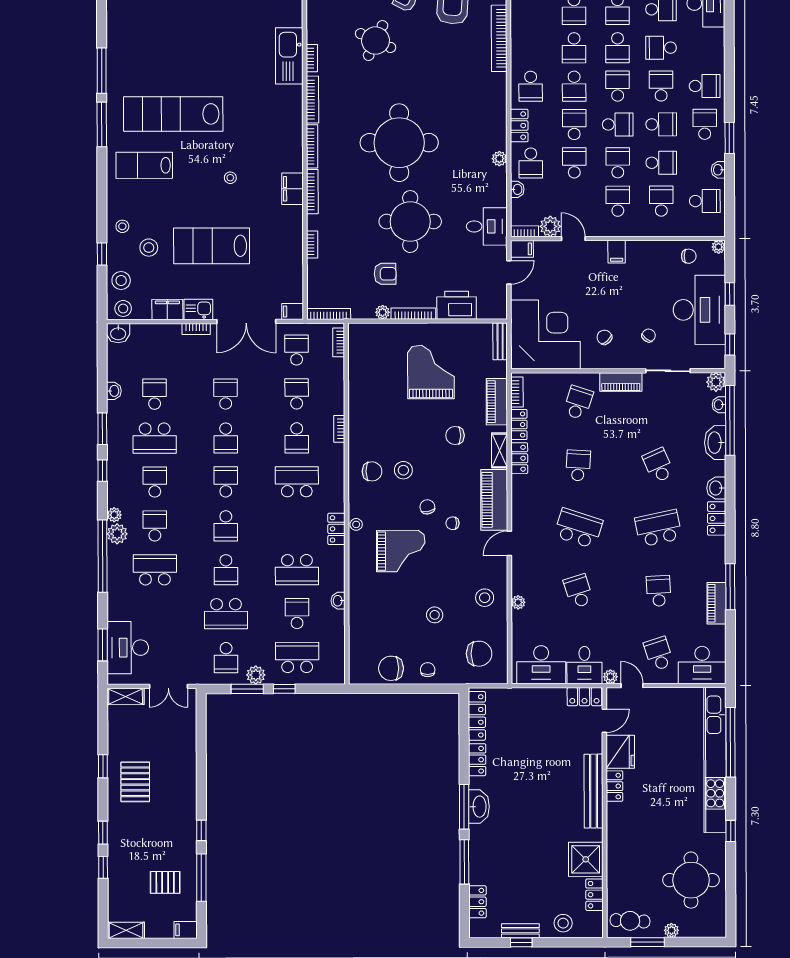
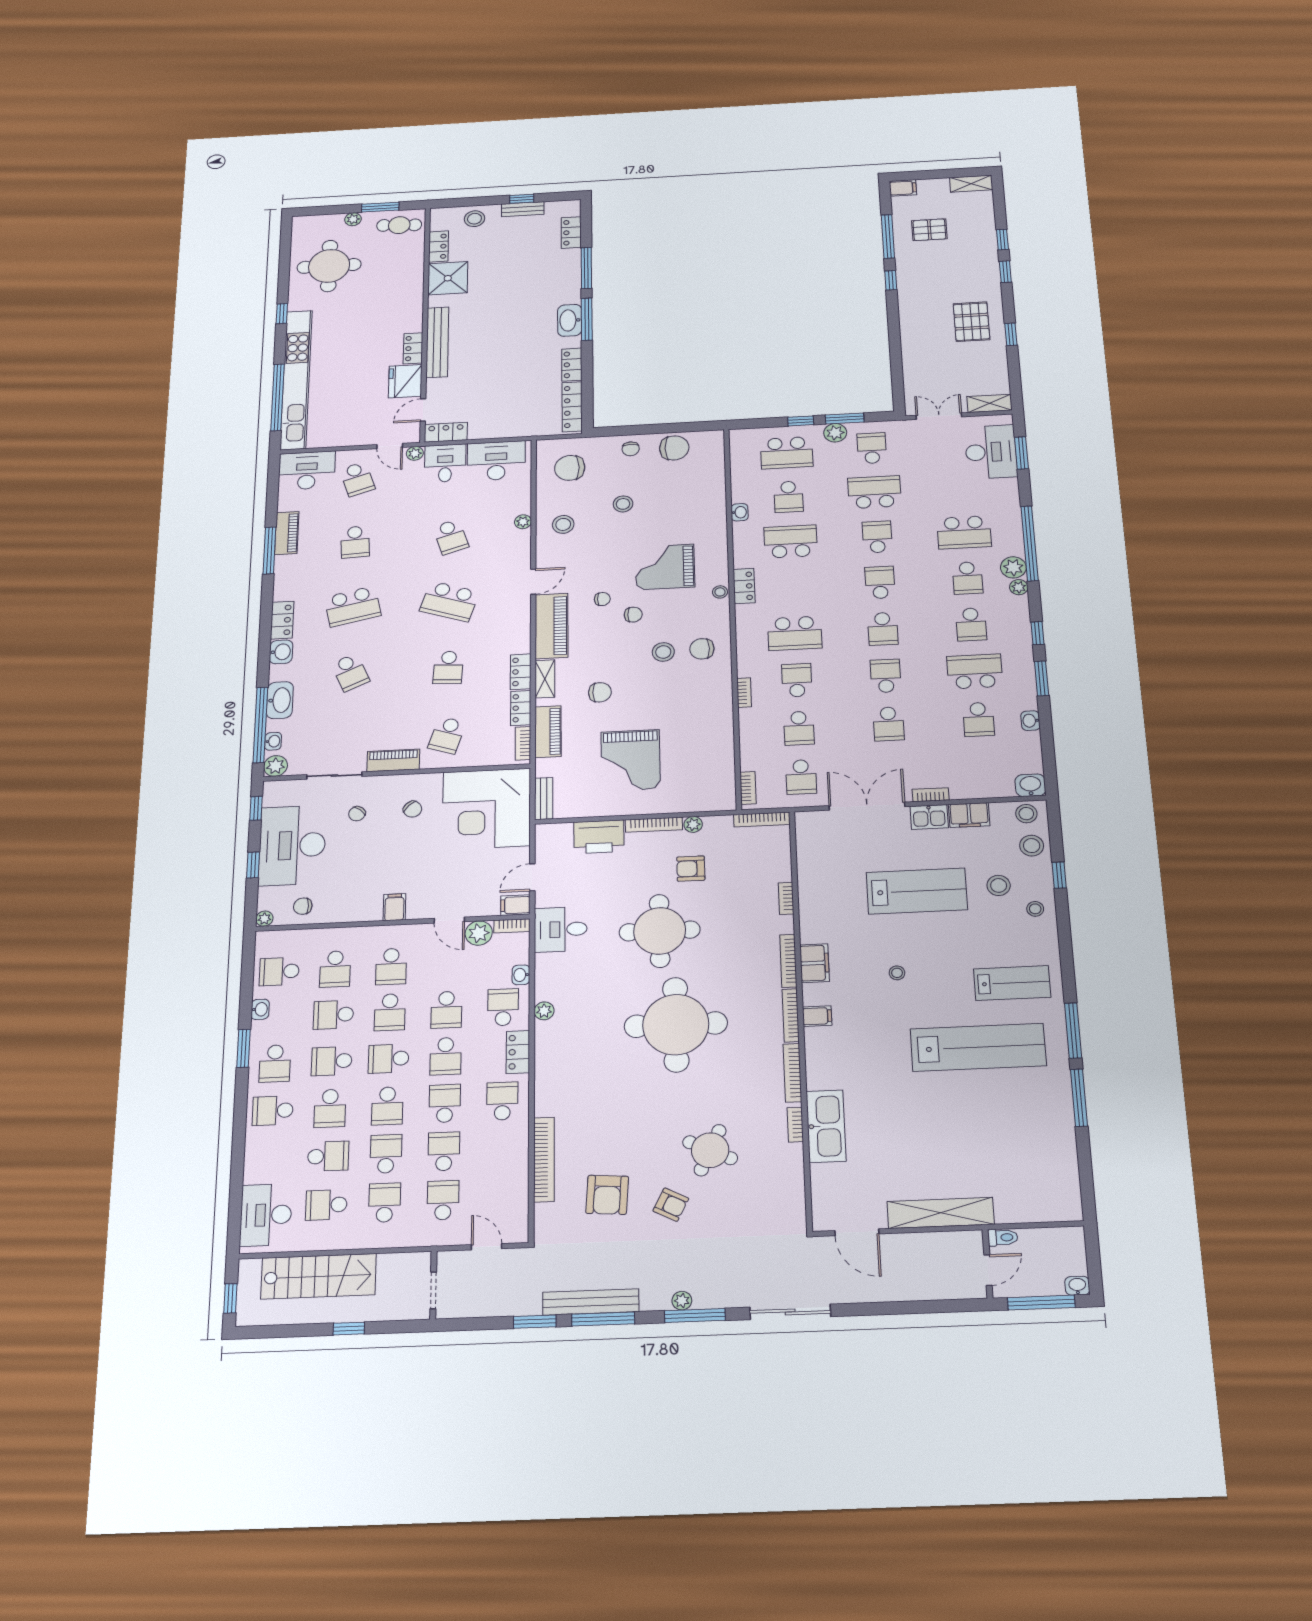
filing cabinet: (293, 312) -> (817, 1016), moved
chair: (427, 507) -> (633, 615), turned -77

